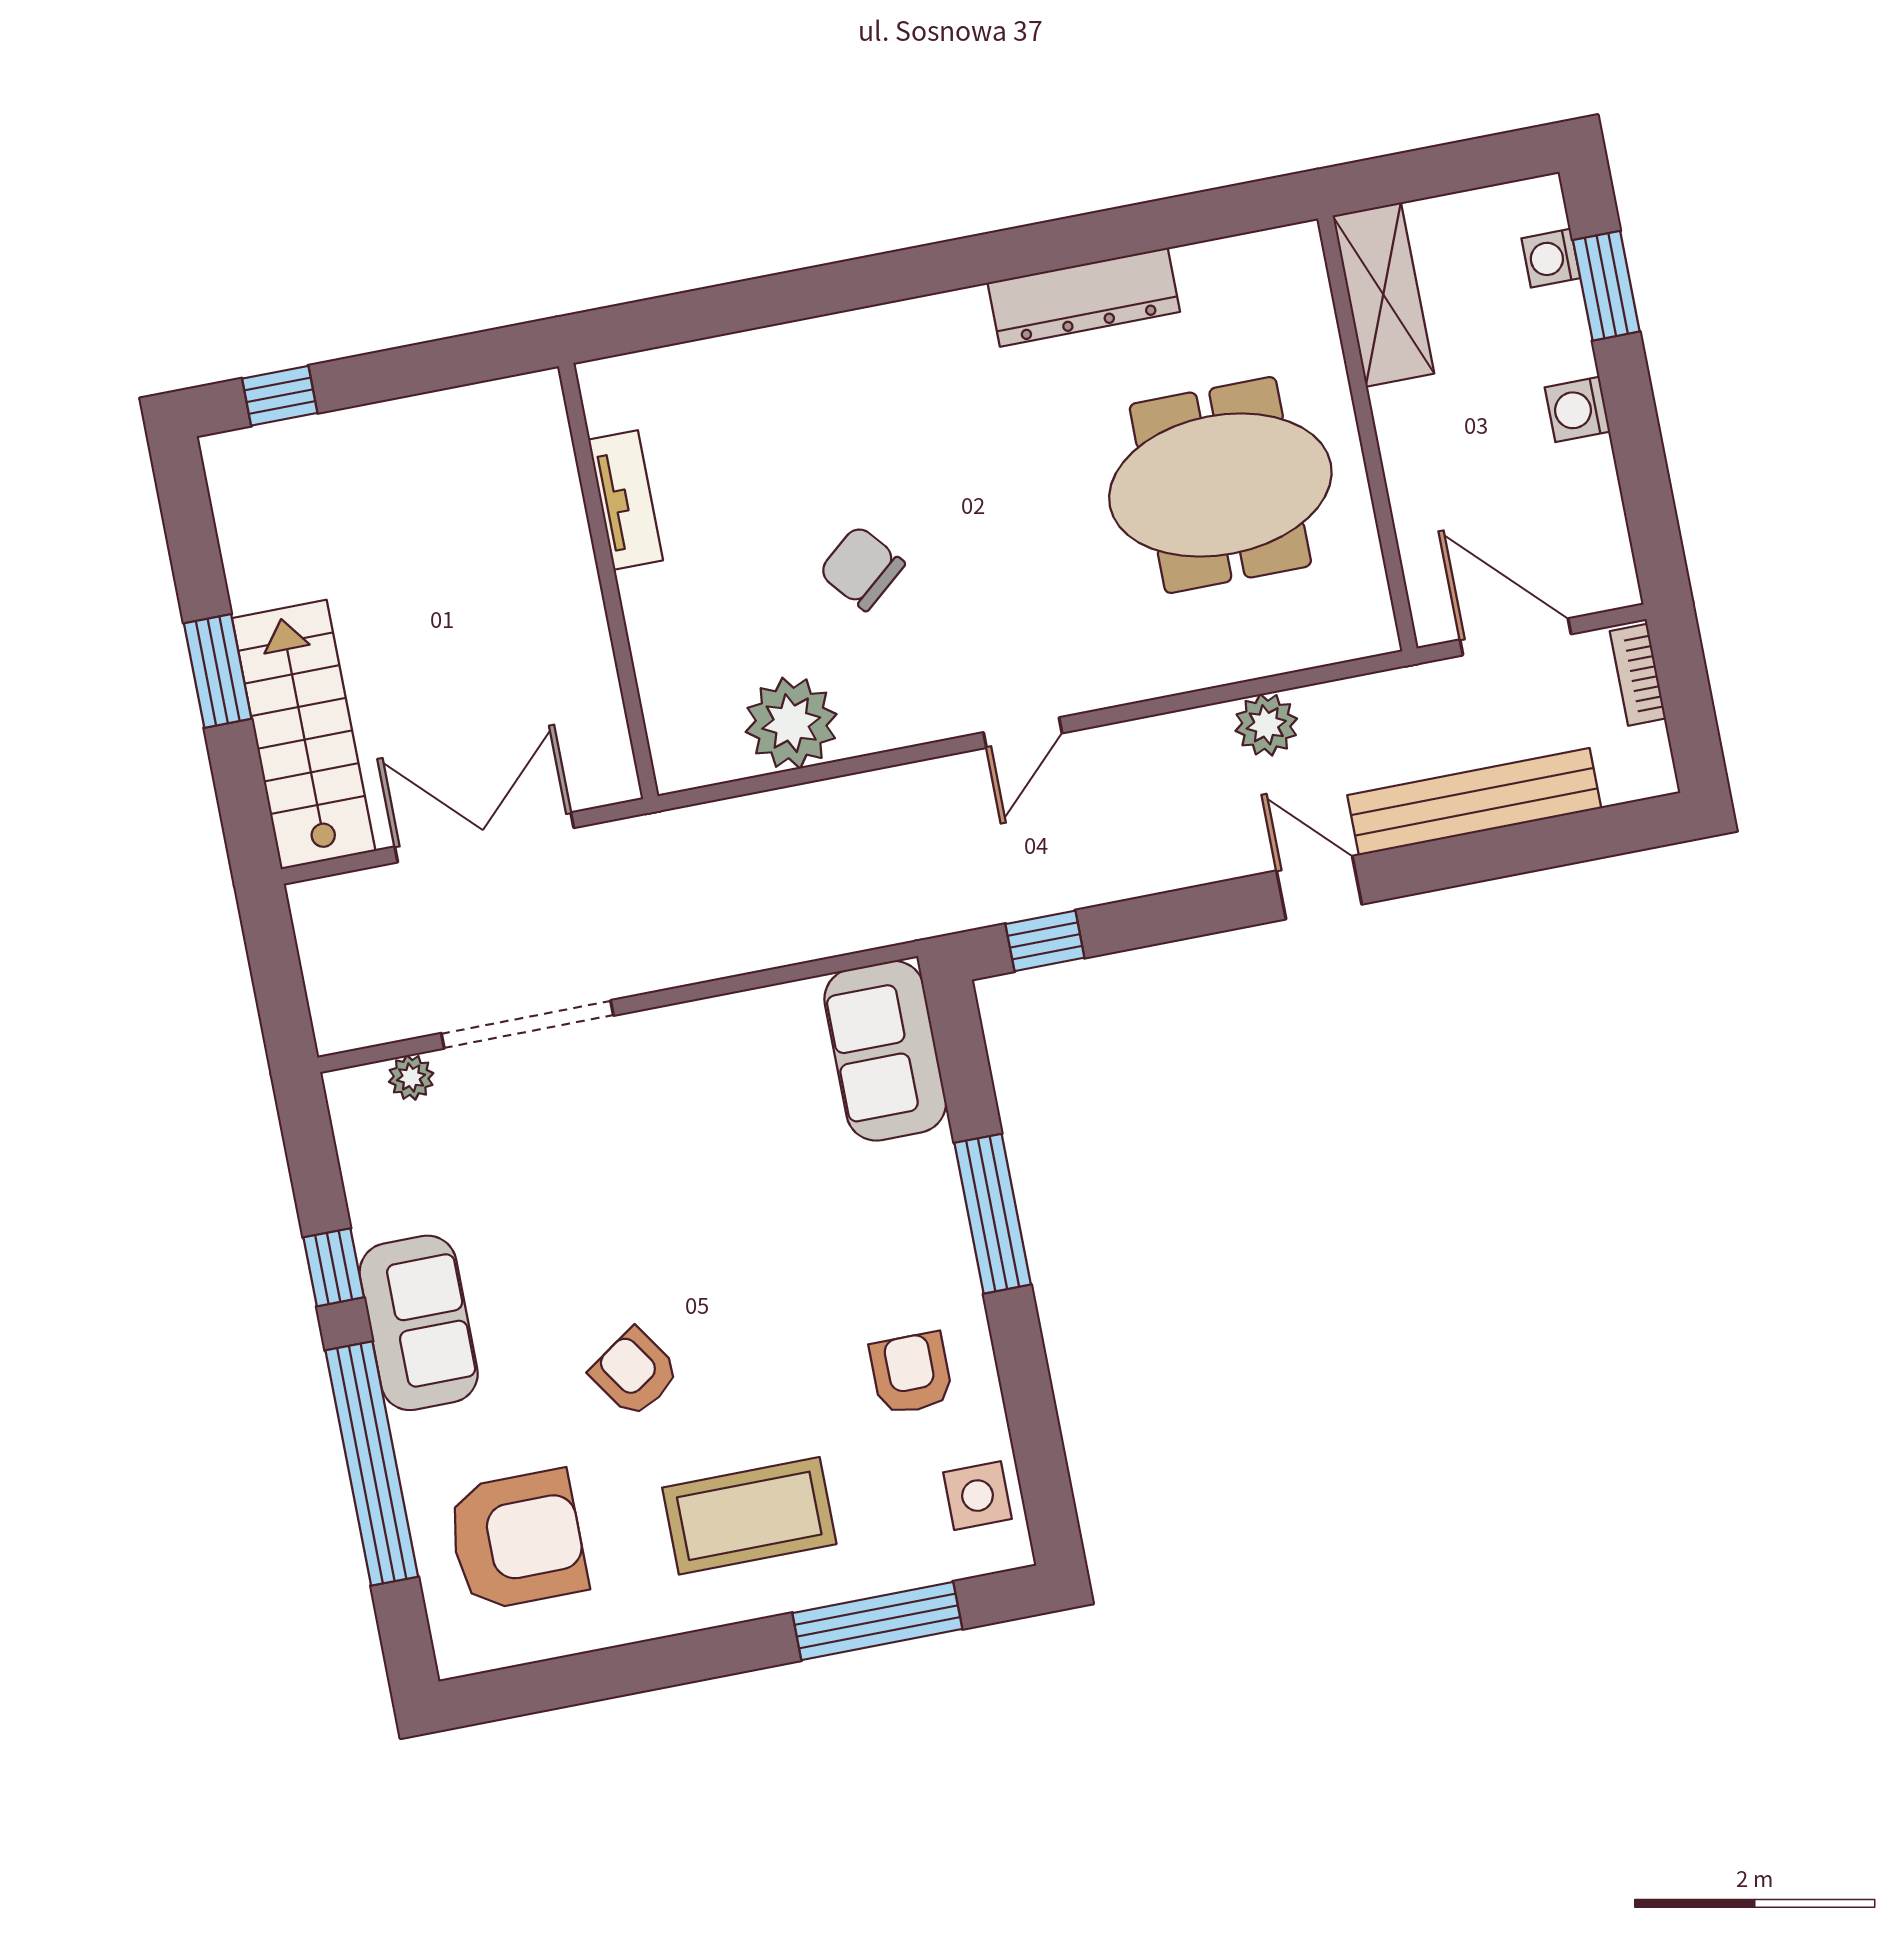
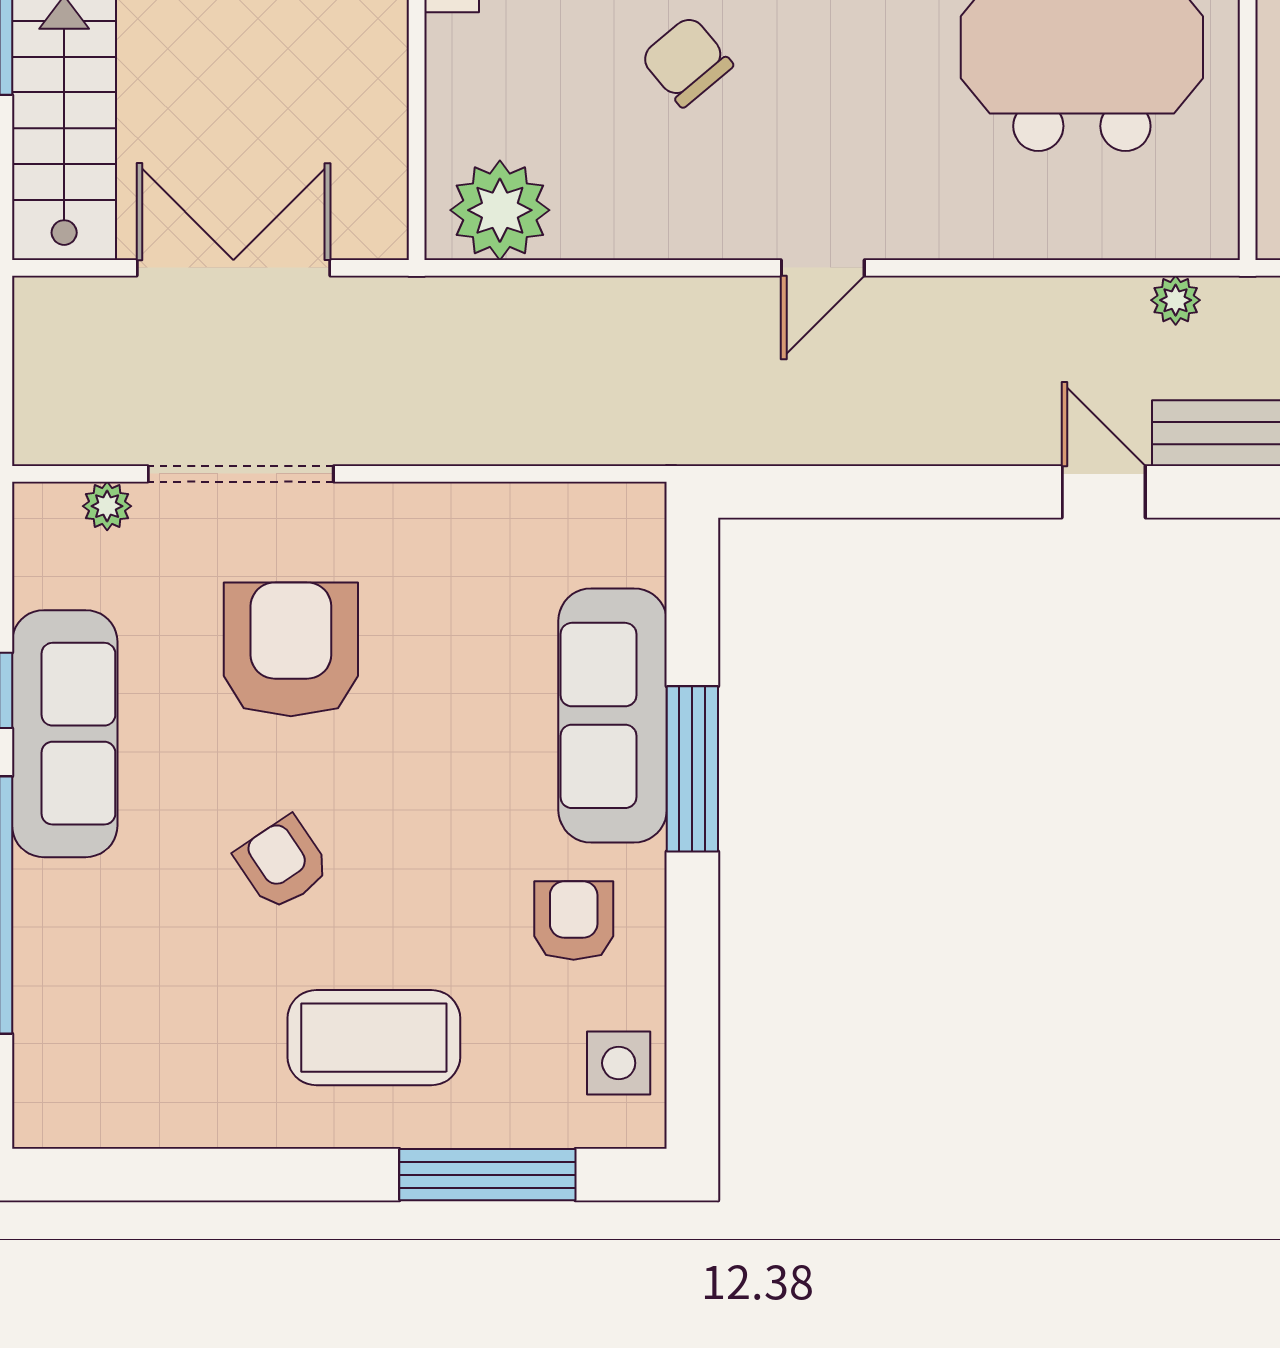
plant: (791, 723) -> (500, 210), moved
plant: (1266, 725) -> (1176, 300), moved, width x0.73, depth x0.73
window: (1045, 941) -> (803, 492), removed
sofa: (885, 1051) -> (613, 715), moved, width x1.36
sofa: (419, 1323) -> (65, 734), width x1.36
armchair: (517, 1540) -> (291, 649), moved, turned -90

